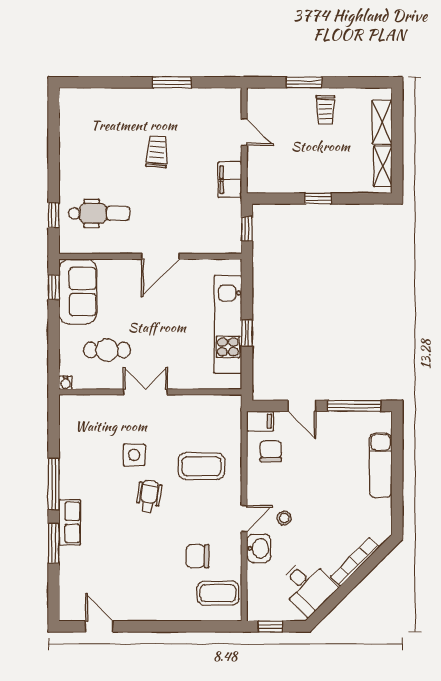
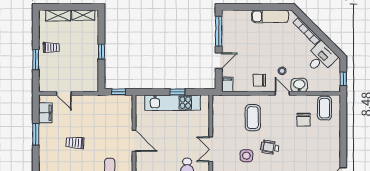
door: (244, 132) -> (64, 93), swing flipped
filing cabinet: (230, 180) -> (45, 113), moved, turned -90
chair: (271, 451) -> (259, 80), moved
exam couch: (381, 465) -> (270, 16), moved

